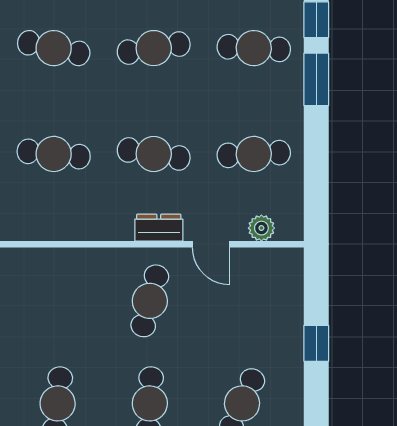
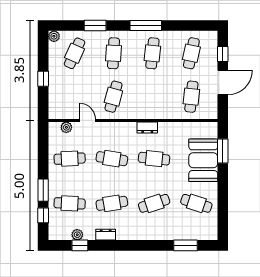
cafe table: (54, 48) -> (154, 203), turned -30
dresser: (159, 228) -> (147, 127), moved

